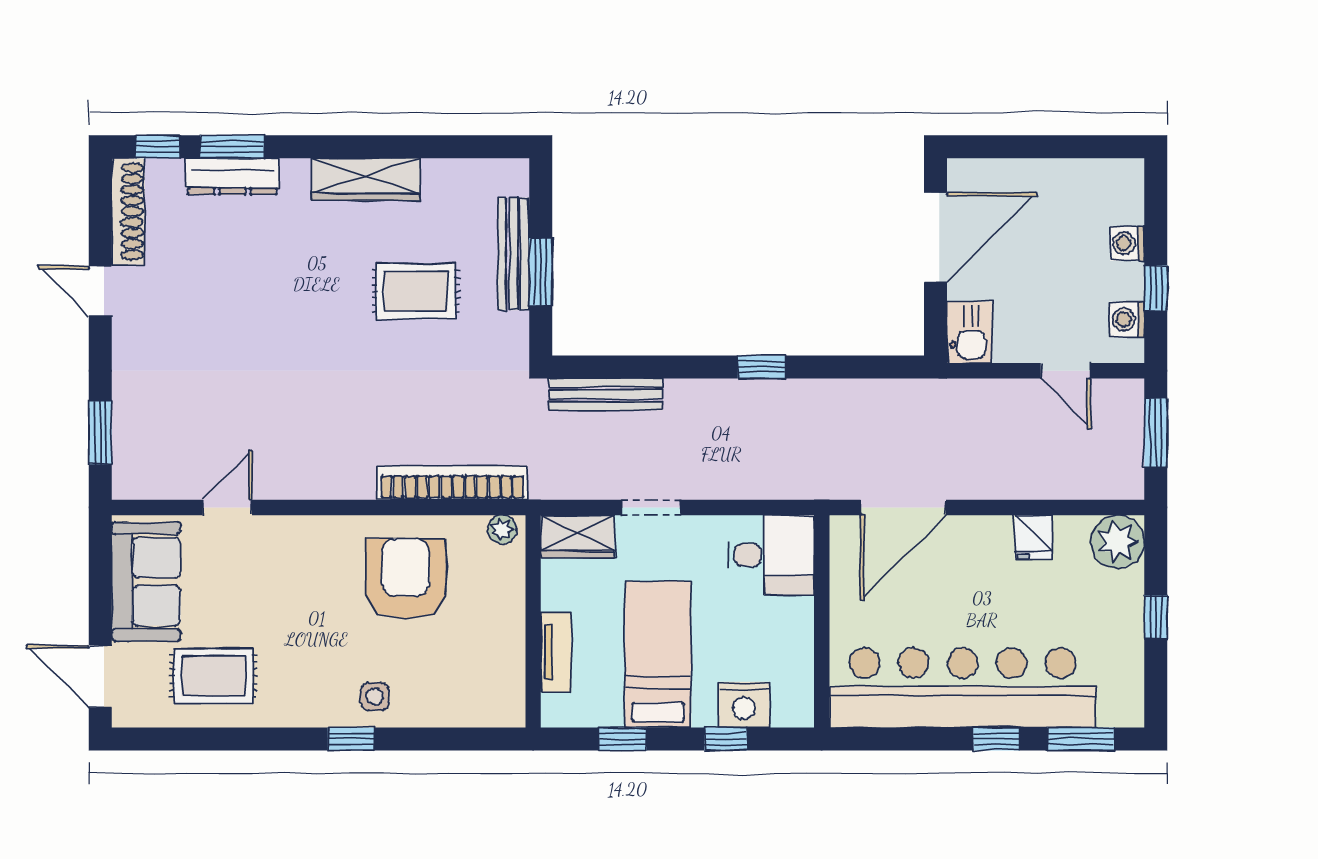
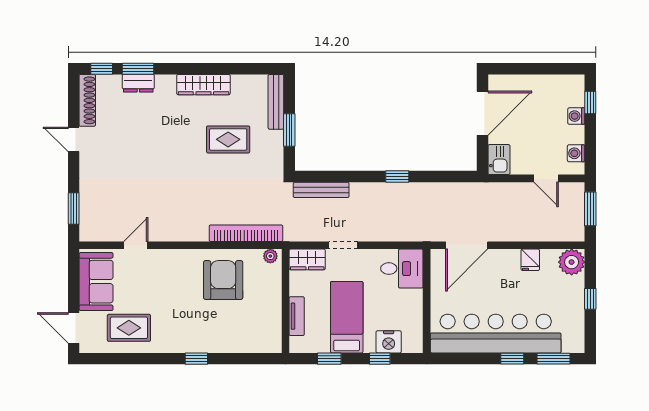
dresser: (232, 176) -> (138, 83), width x0.70
bench: (514, 254) -> (276, 102), moved
window: (1156, 288) -> (590, 102), moved
side table: (375, 696) -> (208, 338), removed

